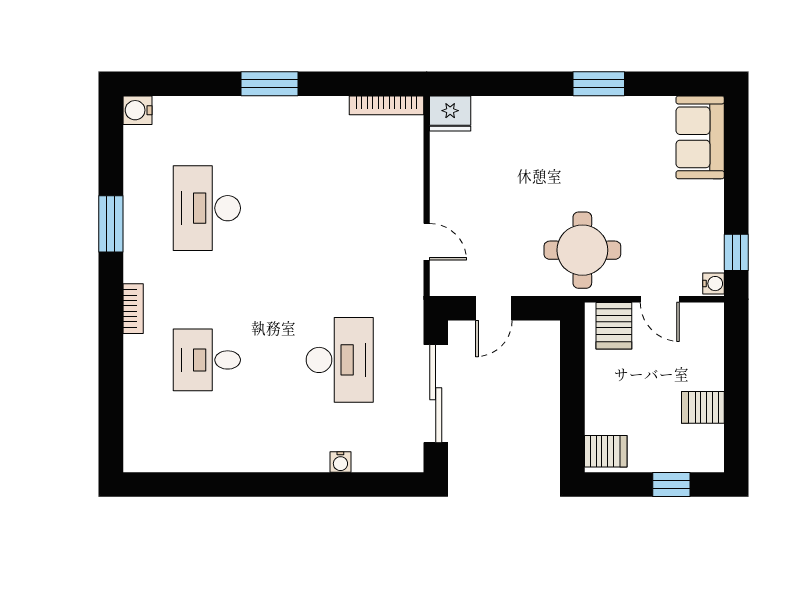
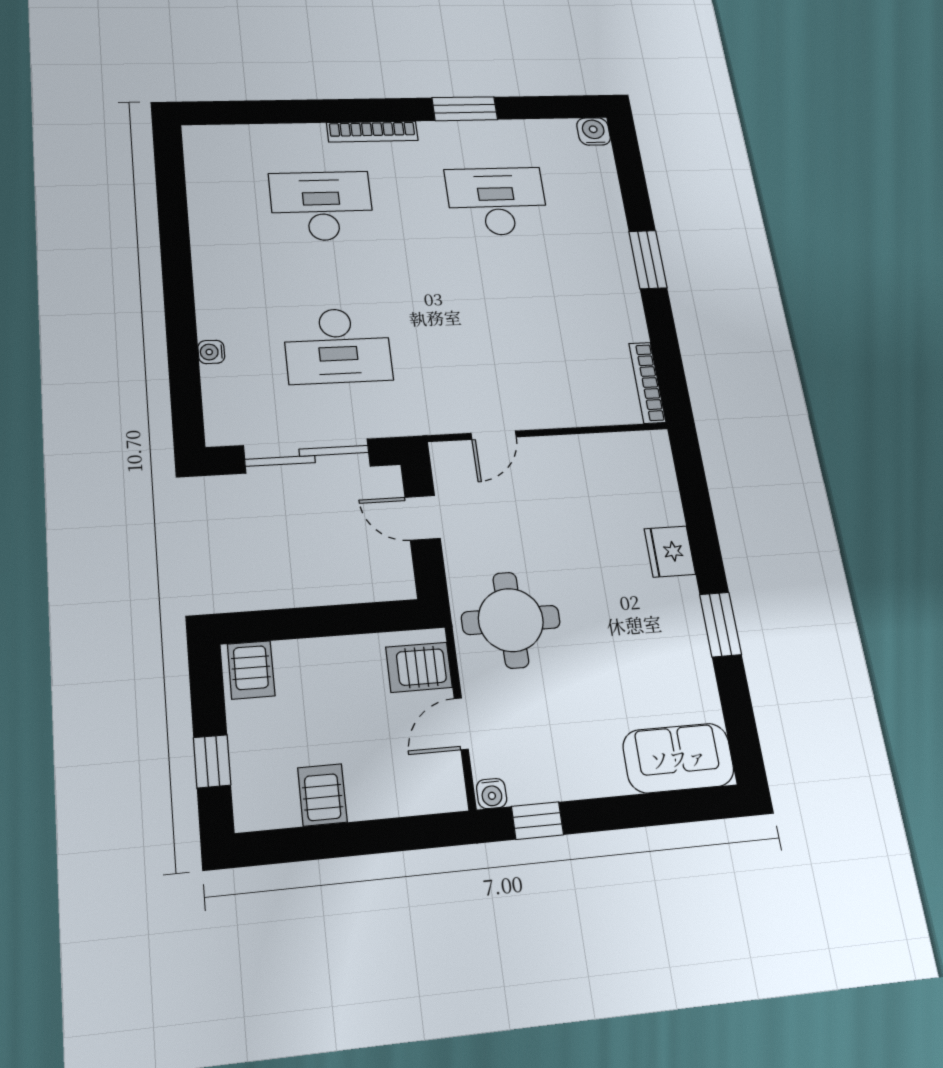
fridge: (450, 113) -> (670, 551), moved
bookcase: (133, 309) -> (372, 132), width x1.56
desk: (207, 360) -> (322, 206), width x1.37

